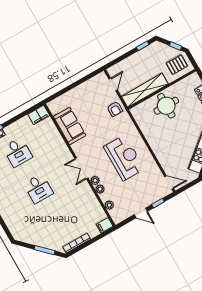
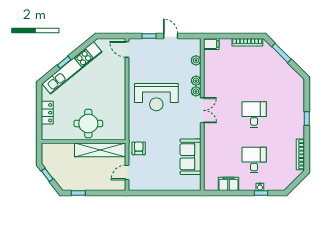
pallet: (177, 65) -> (56, 157), removed
filing cabinet: (39, 115) -> (228, 184), moved
reception desk: (124, 158) -> (156, 97), turned -90

